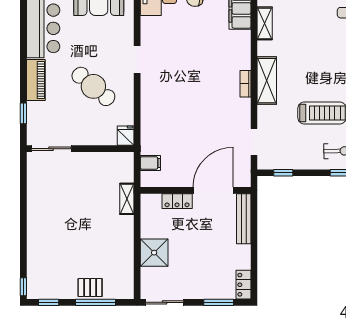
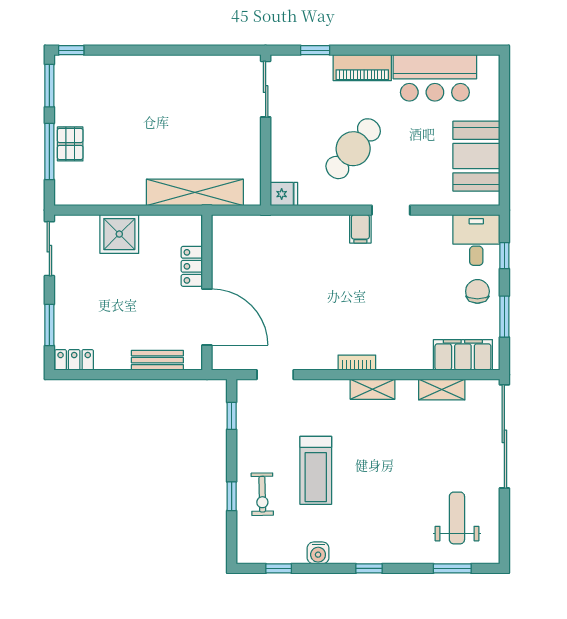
shelving: (267, 81) -> (373, 389), width x0.67, depth x0.75
filing cabinet: (150, 163) -> (360, 229), moved
shelving: (127, 199) -> (195, 192), width x2.20, depth x1.33
bench: (244, 219) -> (157, 360), width x0.73
window: (49, 302) -> (49, 86), width x1.50

